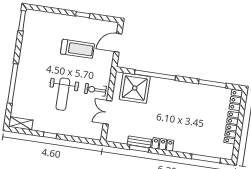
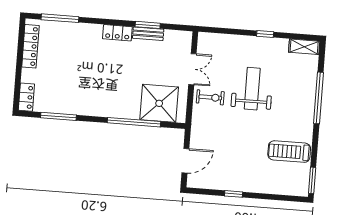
treadmill: (77, 49) -> (289, 152), moved
locker: (232, 128) -> (30, 46), moved

